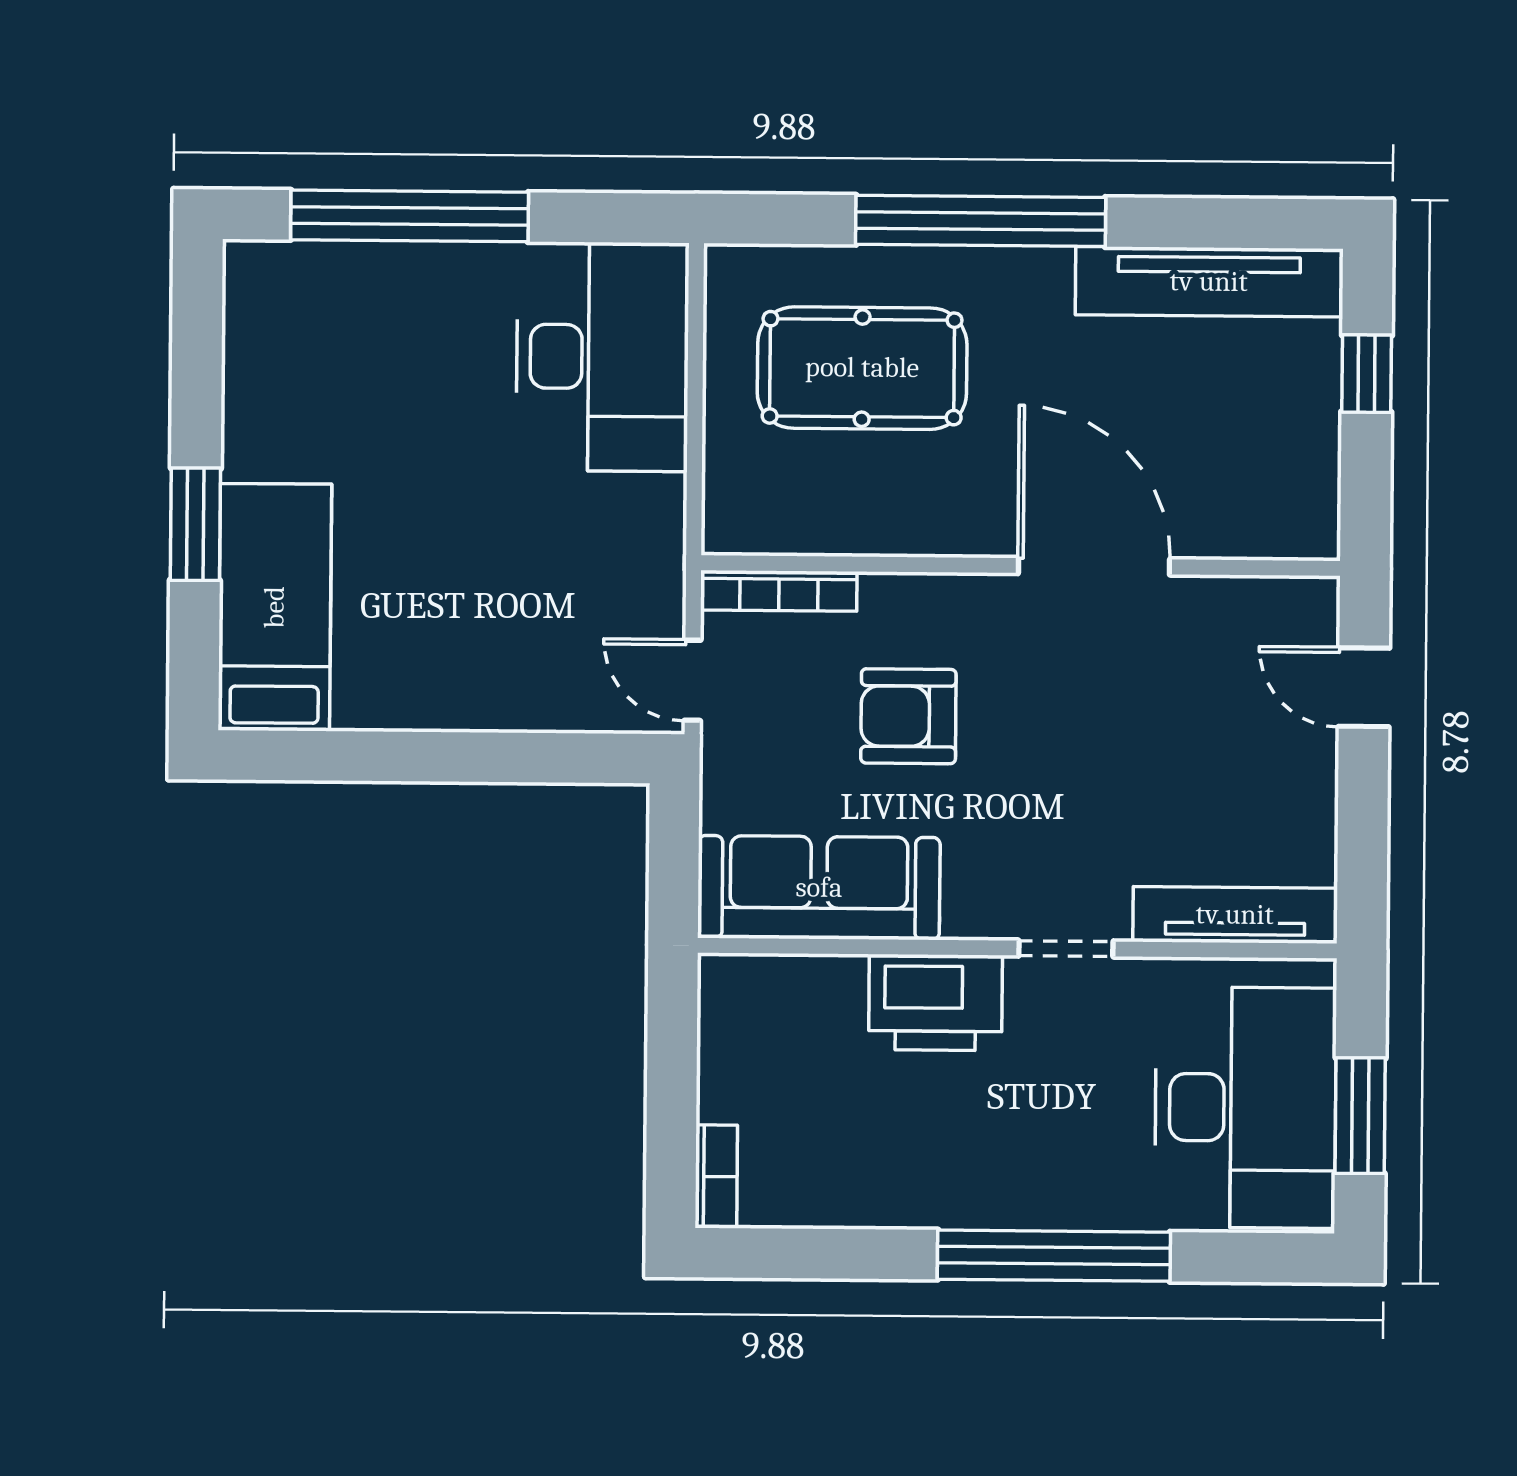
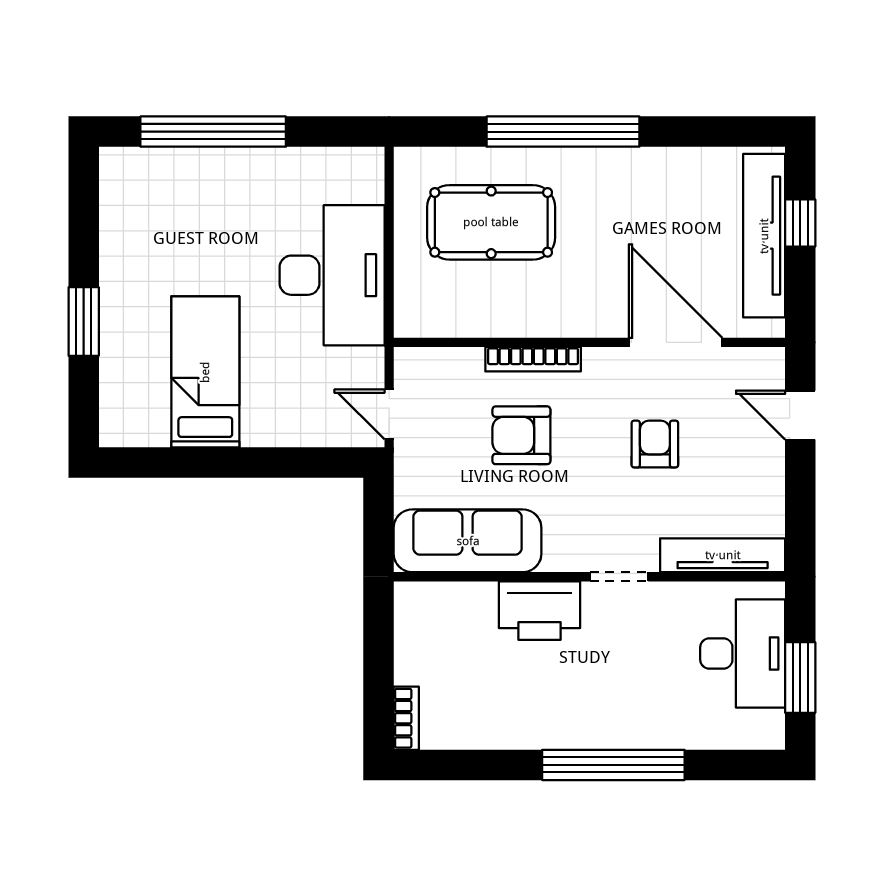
tv unit: (1209, 282) -> (764, 236), moved, turned 90
desk: (602, 357) -> (332, 275), moved
door: (1094, 566) -> (676, 342), moved
bookcase: (779, 591) -> (533, 359), moved
bed: (275, 607) -> (205, 372), moved
armchair: (1126, 732) -> (655, 444), added
desk: (1245, 1108) -> (743, 653), width x0.73, depth x0.77

